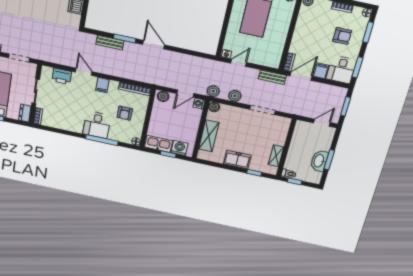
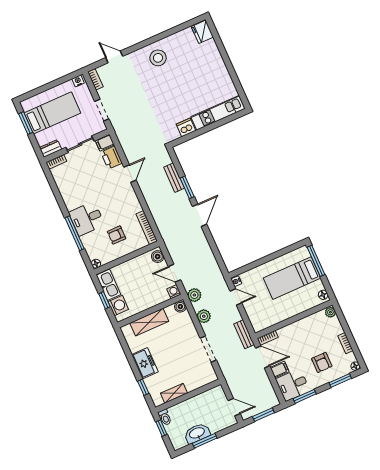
filing cabinet: (102, 85) -> (105, 143), moved

